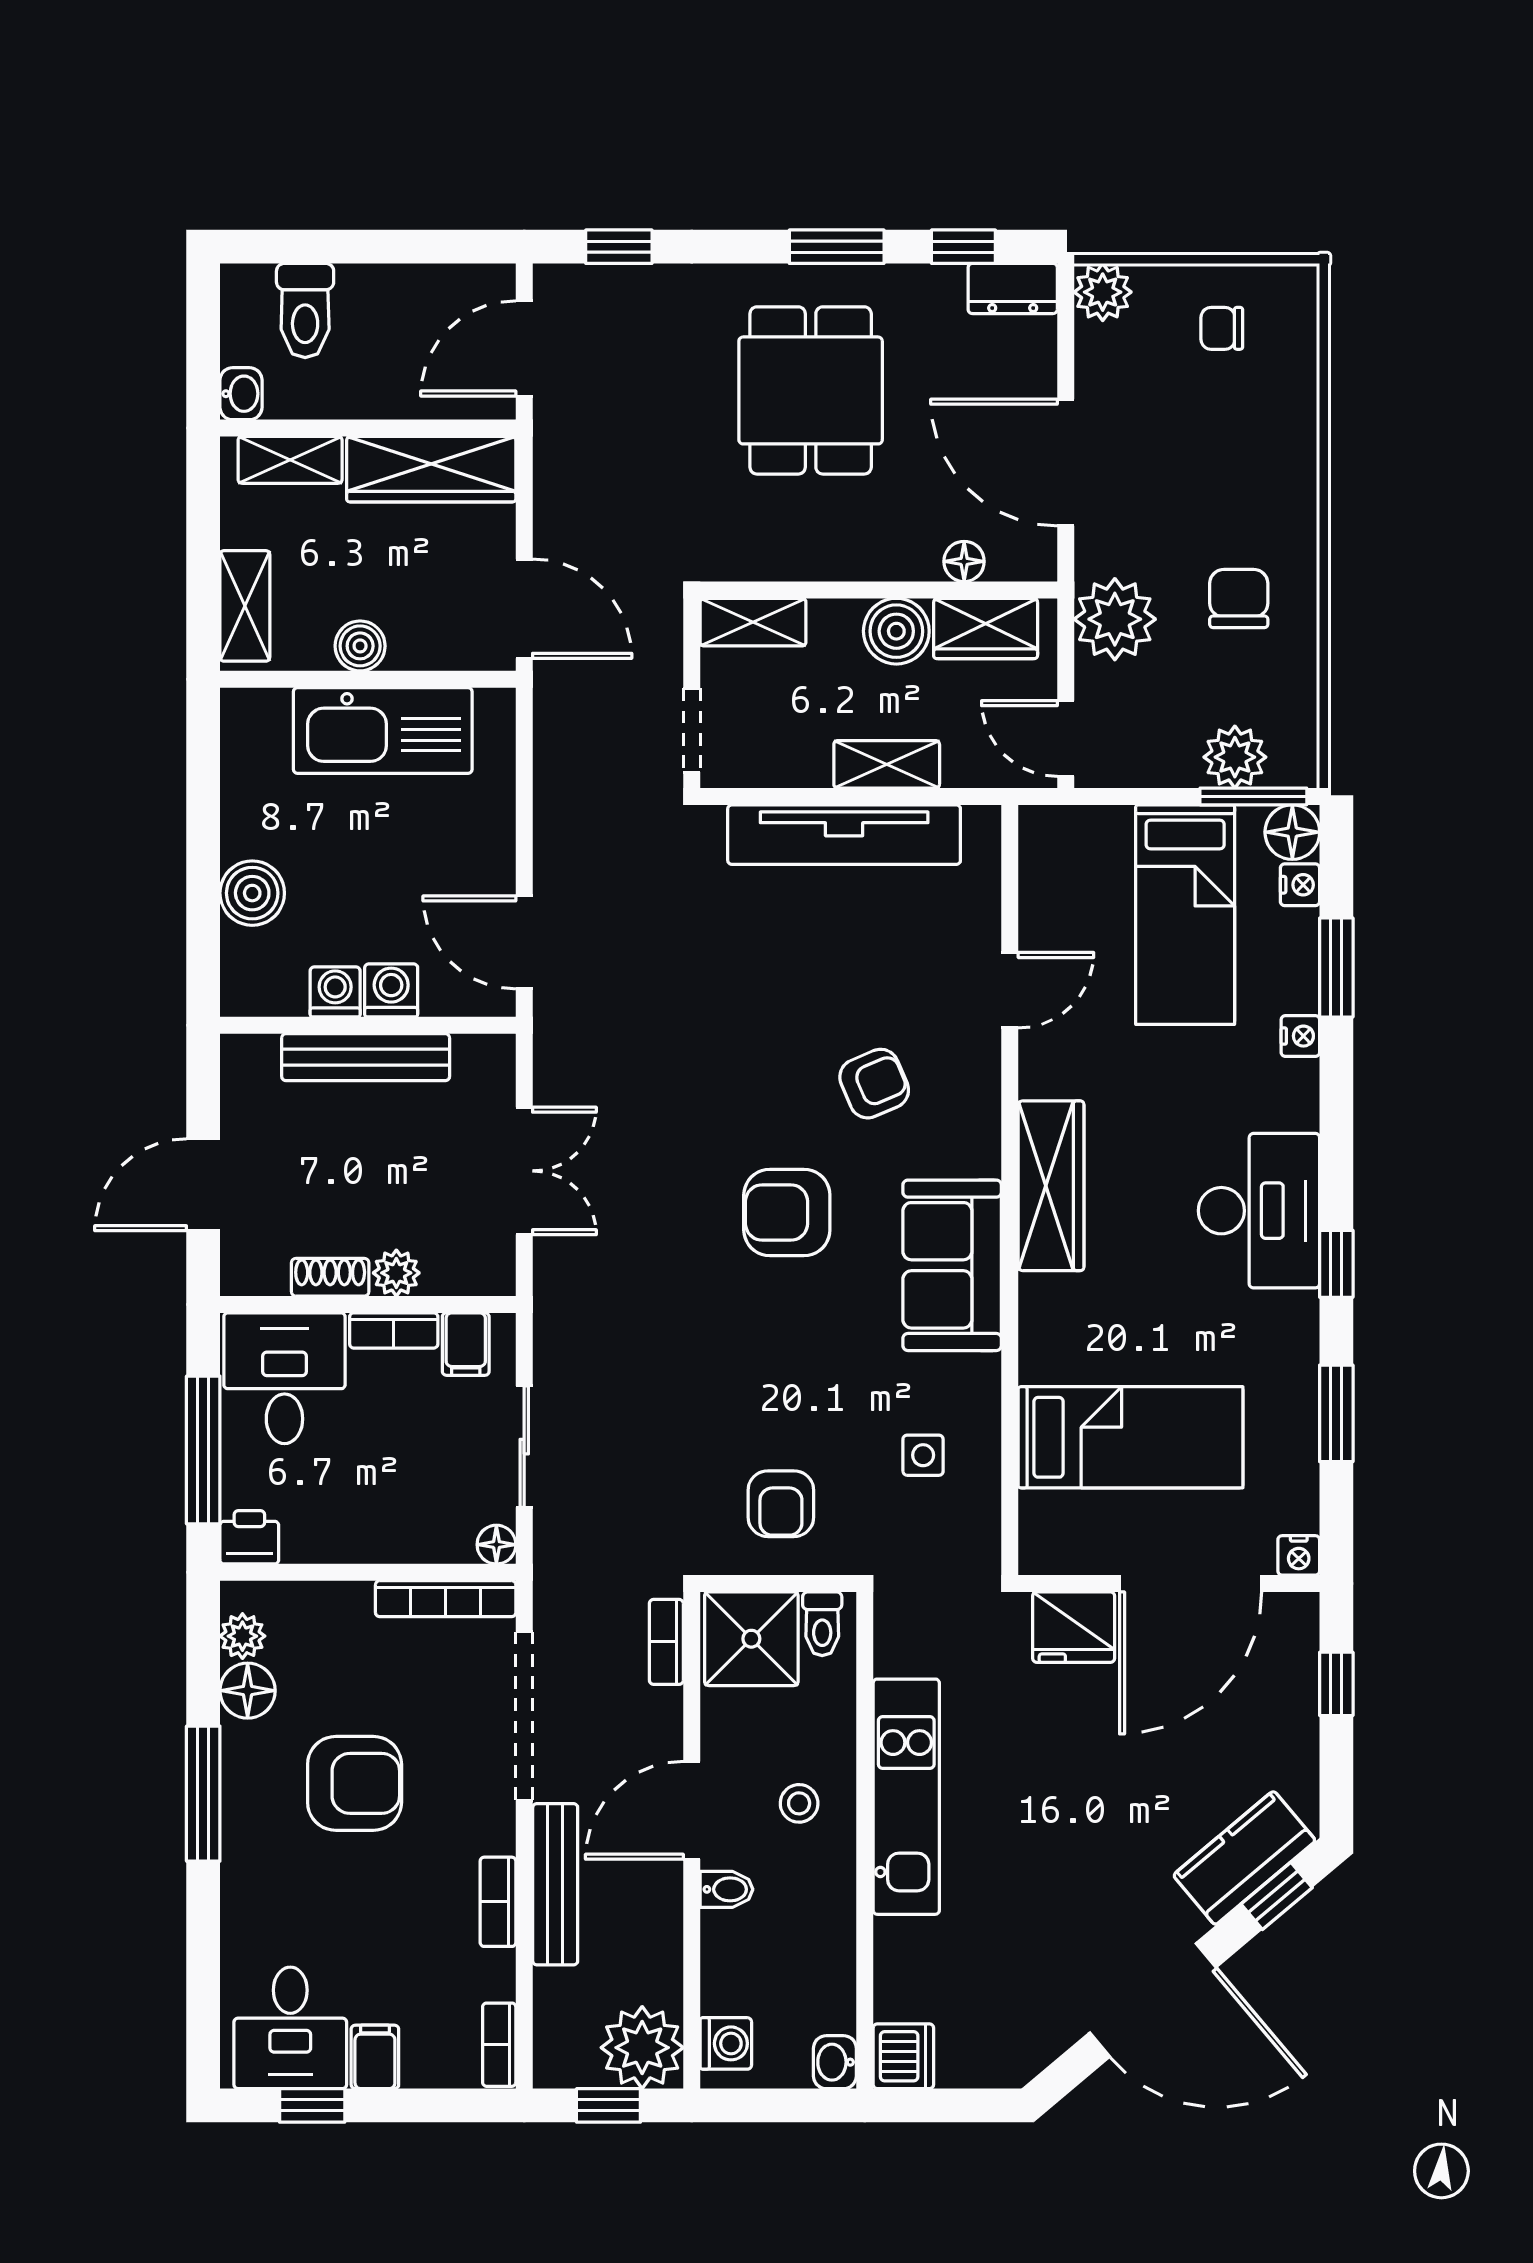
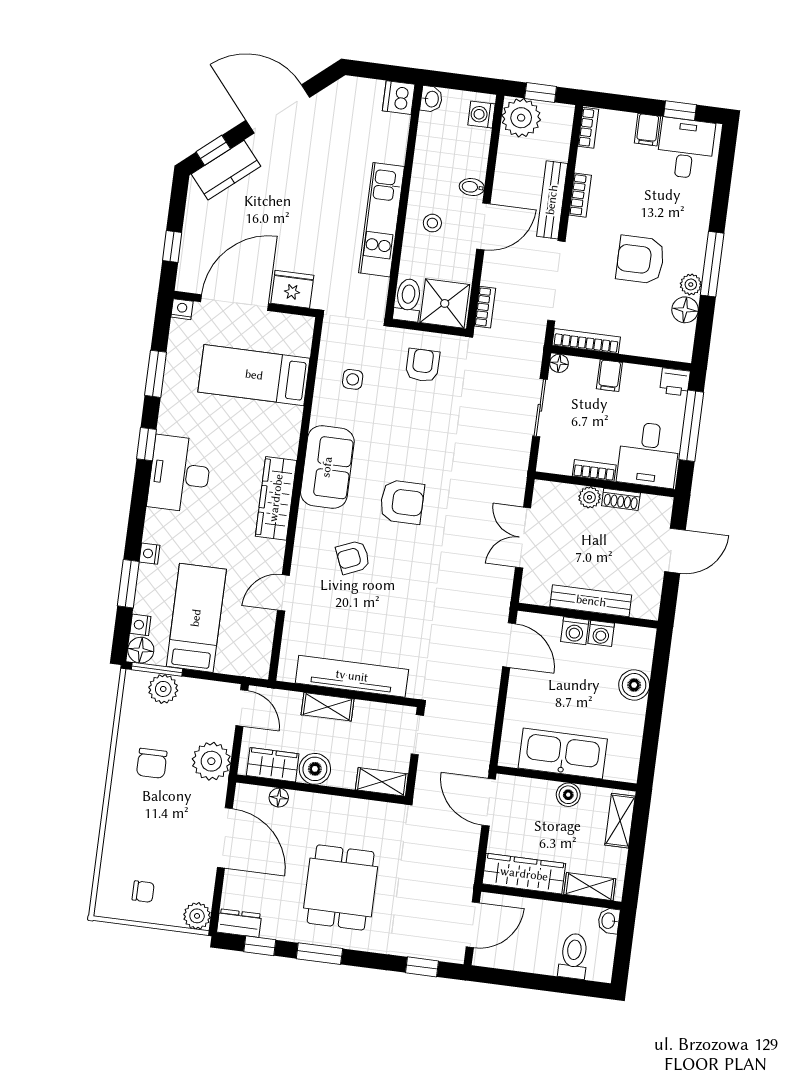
filing cabinet: (466, 1344) -> (609, 376), moved, turned 180
toilet: (822, 1624) -> (408, 300), width x1.37, depth x1.39
plant: (242, 1636) -> (691, 284), moved

